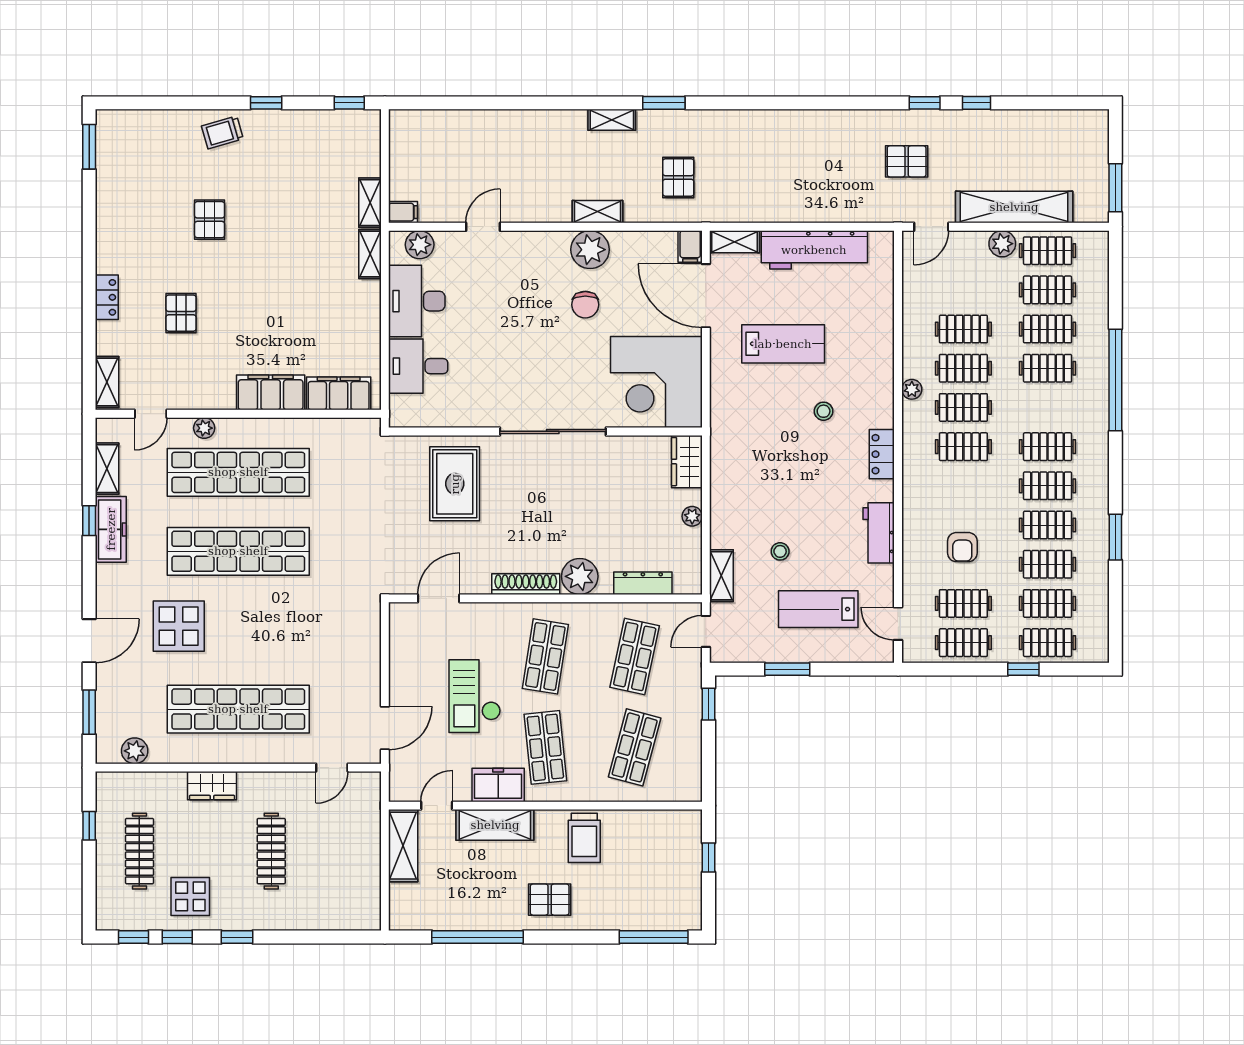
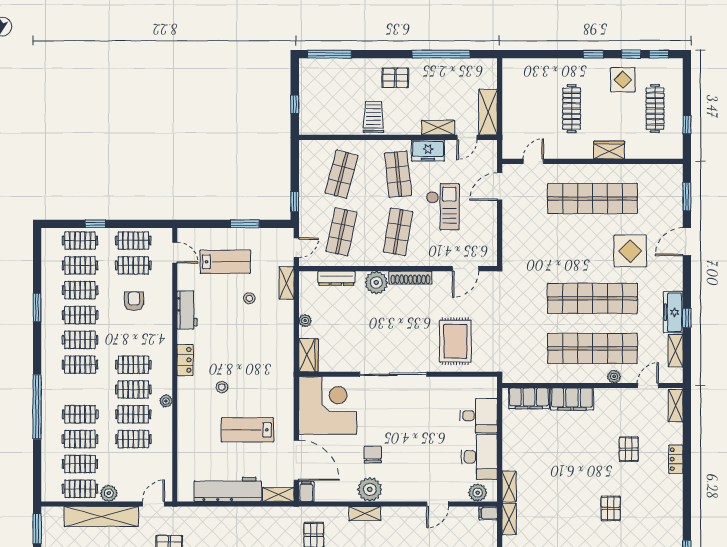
plant: (135, 751) -> (658, 172), removed
shelving: (495, 825) -> (438, 128), width x0.67, depth x0.75

